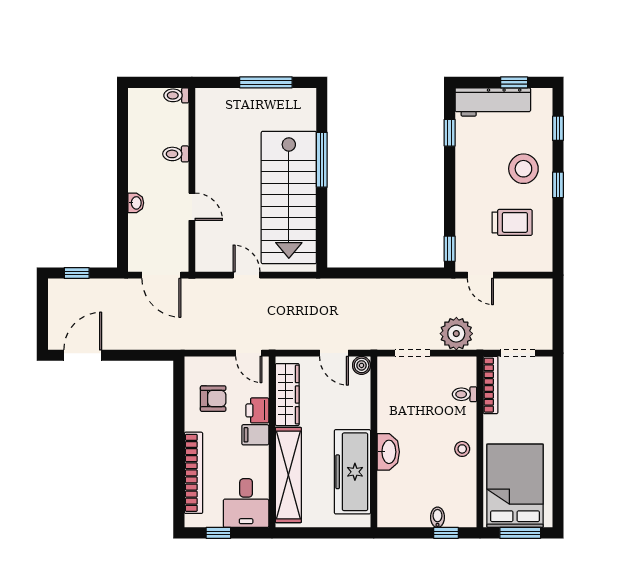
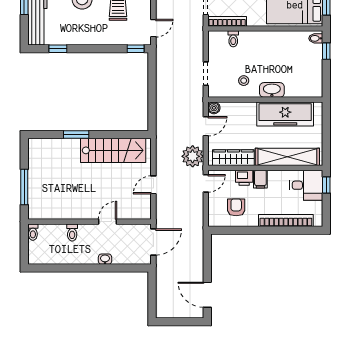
window: (266, 82) -> (24, 187), moved
window: (322, 160) -> (76, 134), width x0.69
stairs: (289, 197) -> (113, 150), width x0.73, depth x0.66
window: (77, 273) -> (152, 299), removed
plant: (456, 334) -> (193, 156), moved
stool: (462, 449) -> (244, 81), moved
bidet: (437, 517) -> (316, 38), moved
window: (218, 533) -> (326, 185), moved

